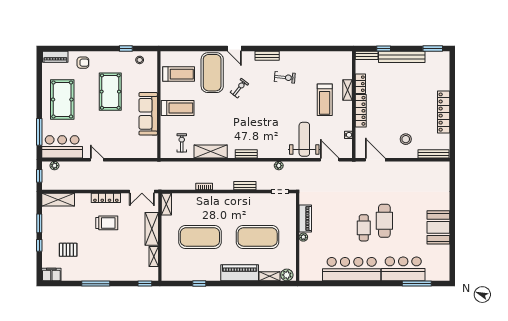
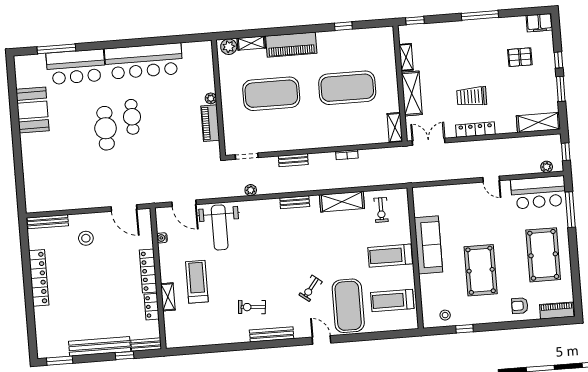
bench: (267, 56) -> (272, 334), width x1.36
booth: (438, 227) -> (33, 110), moved

